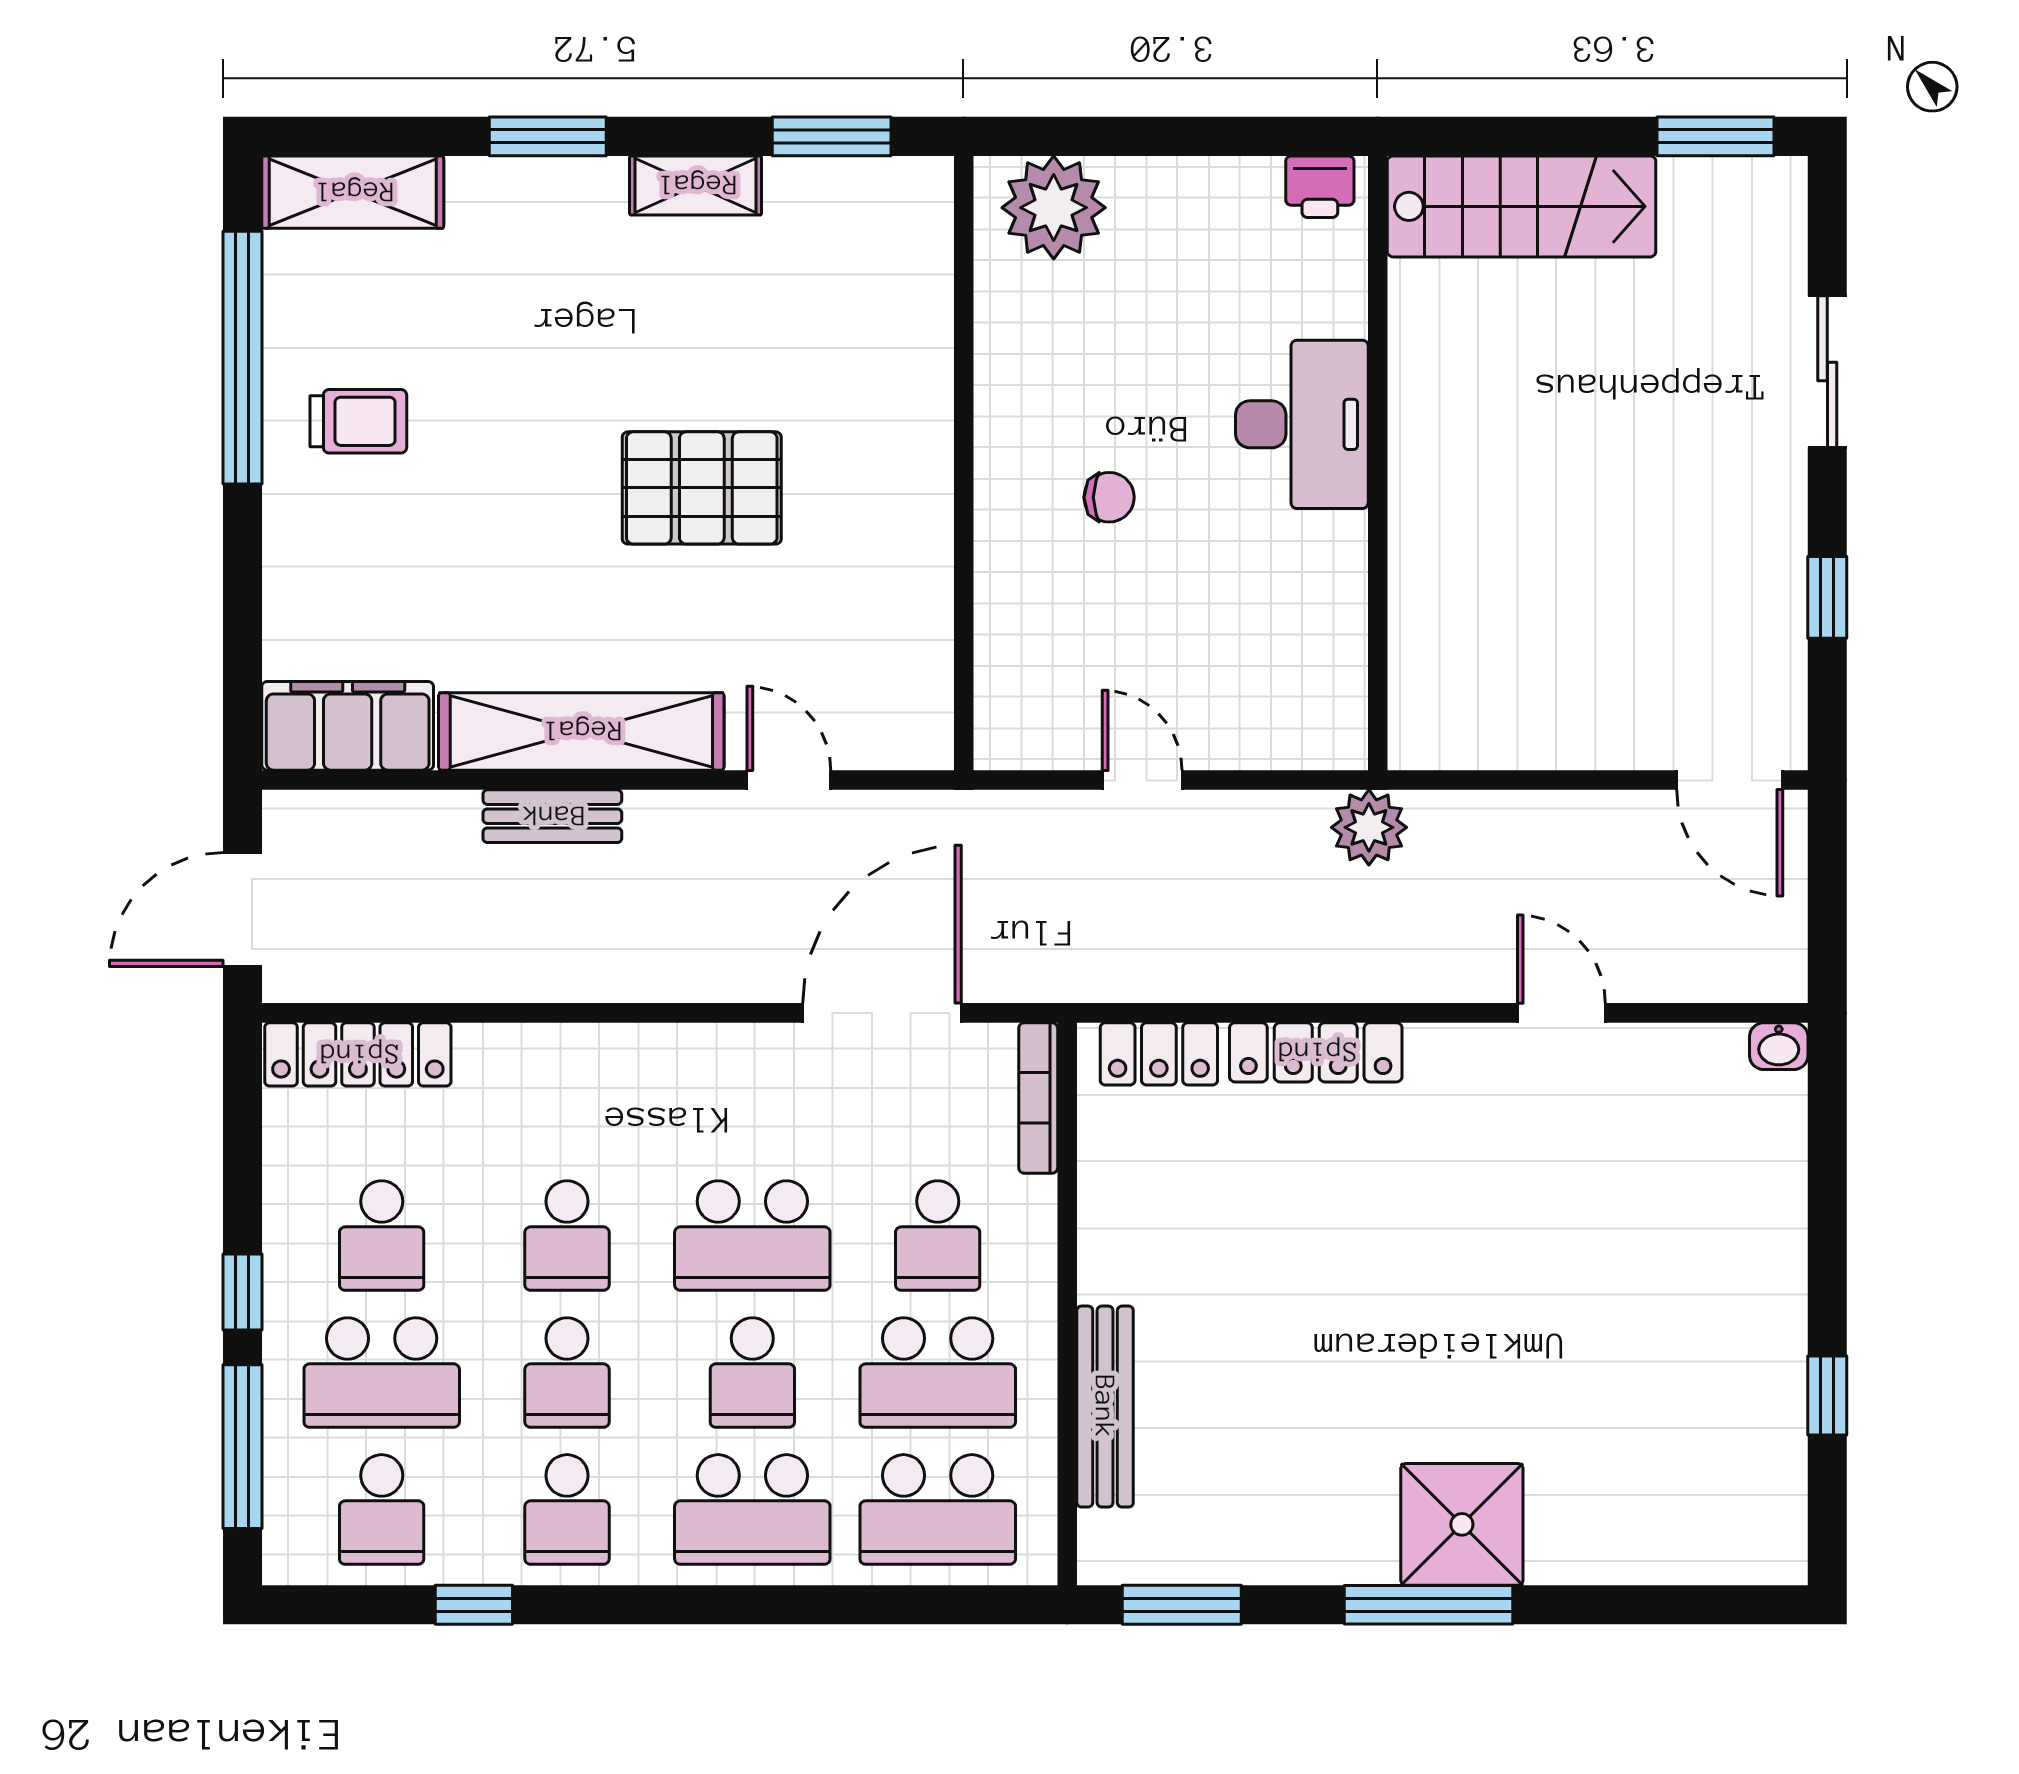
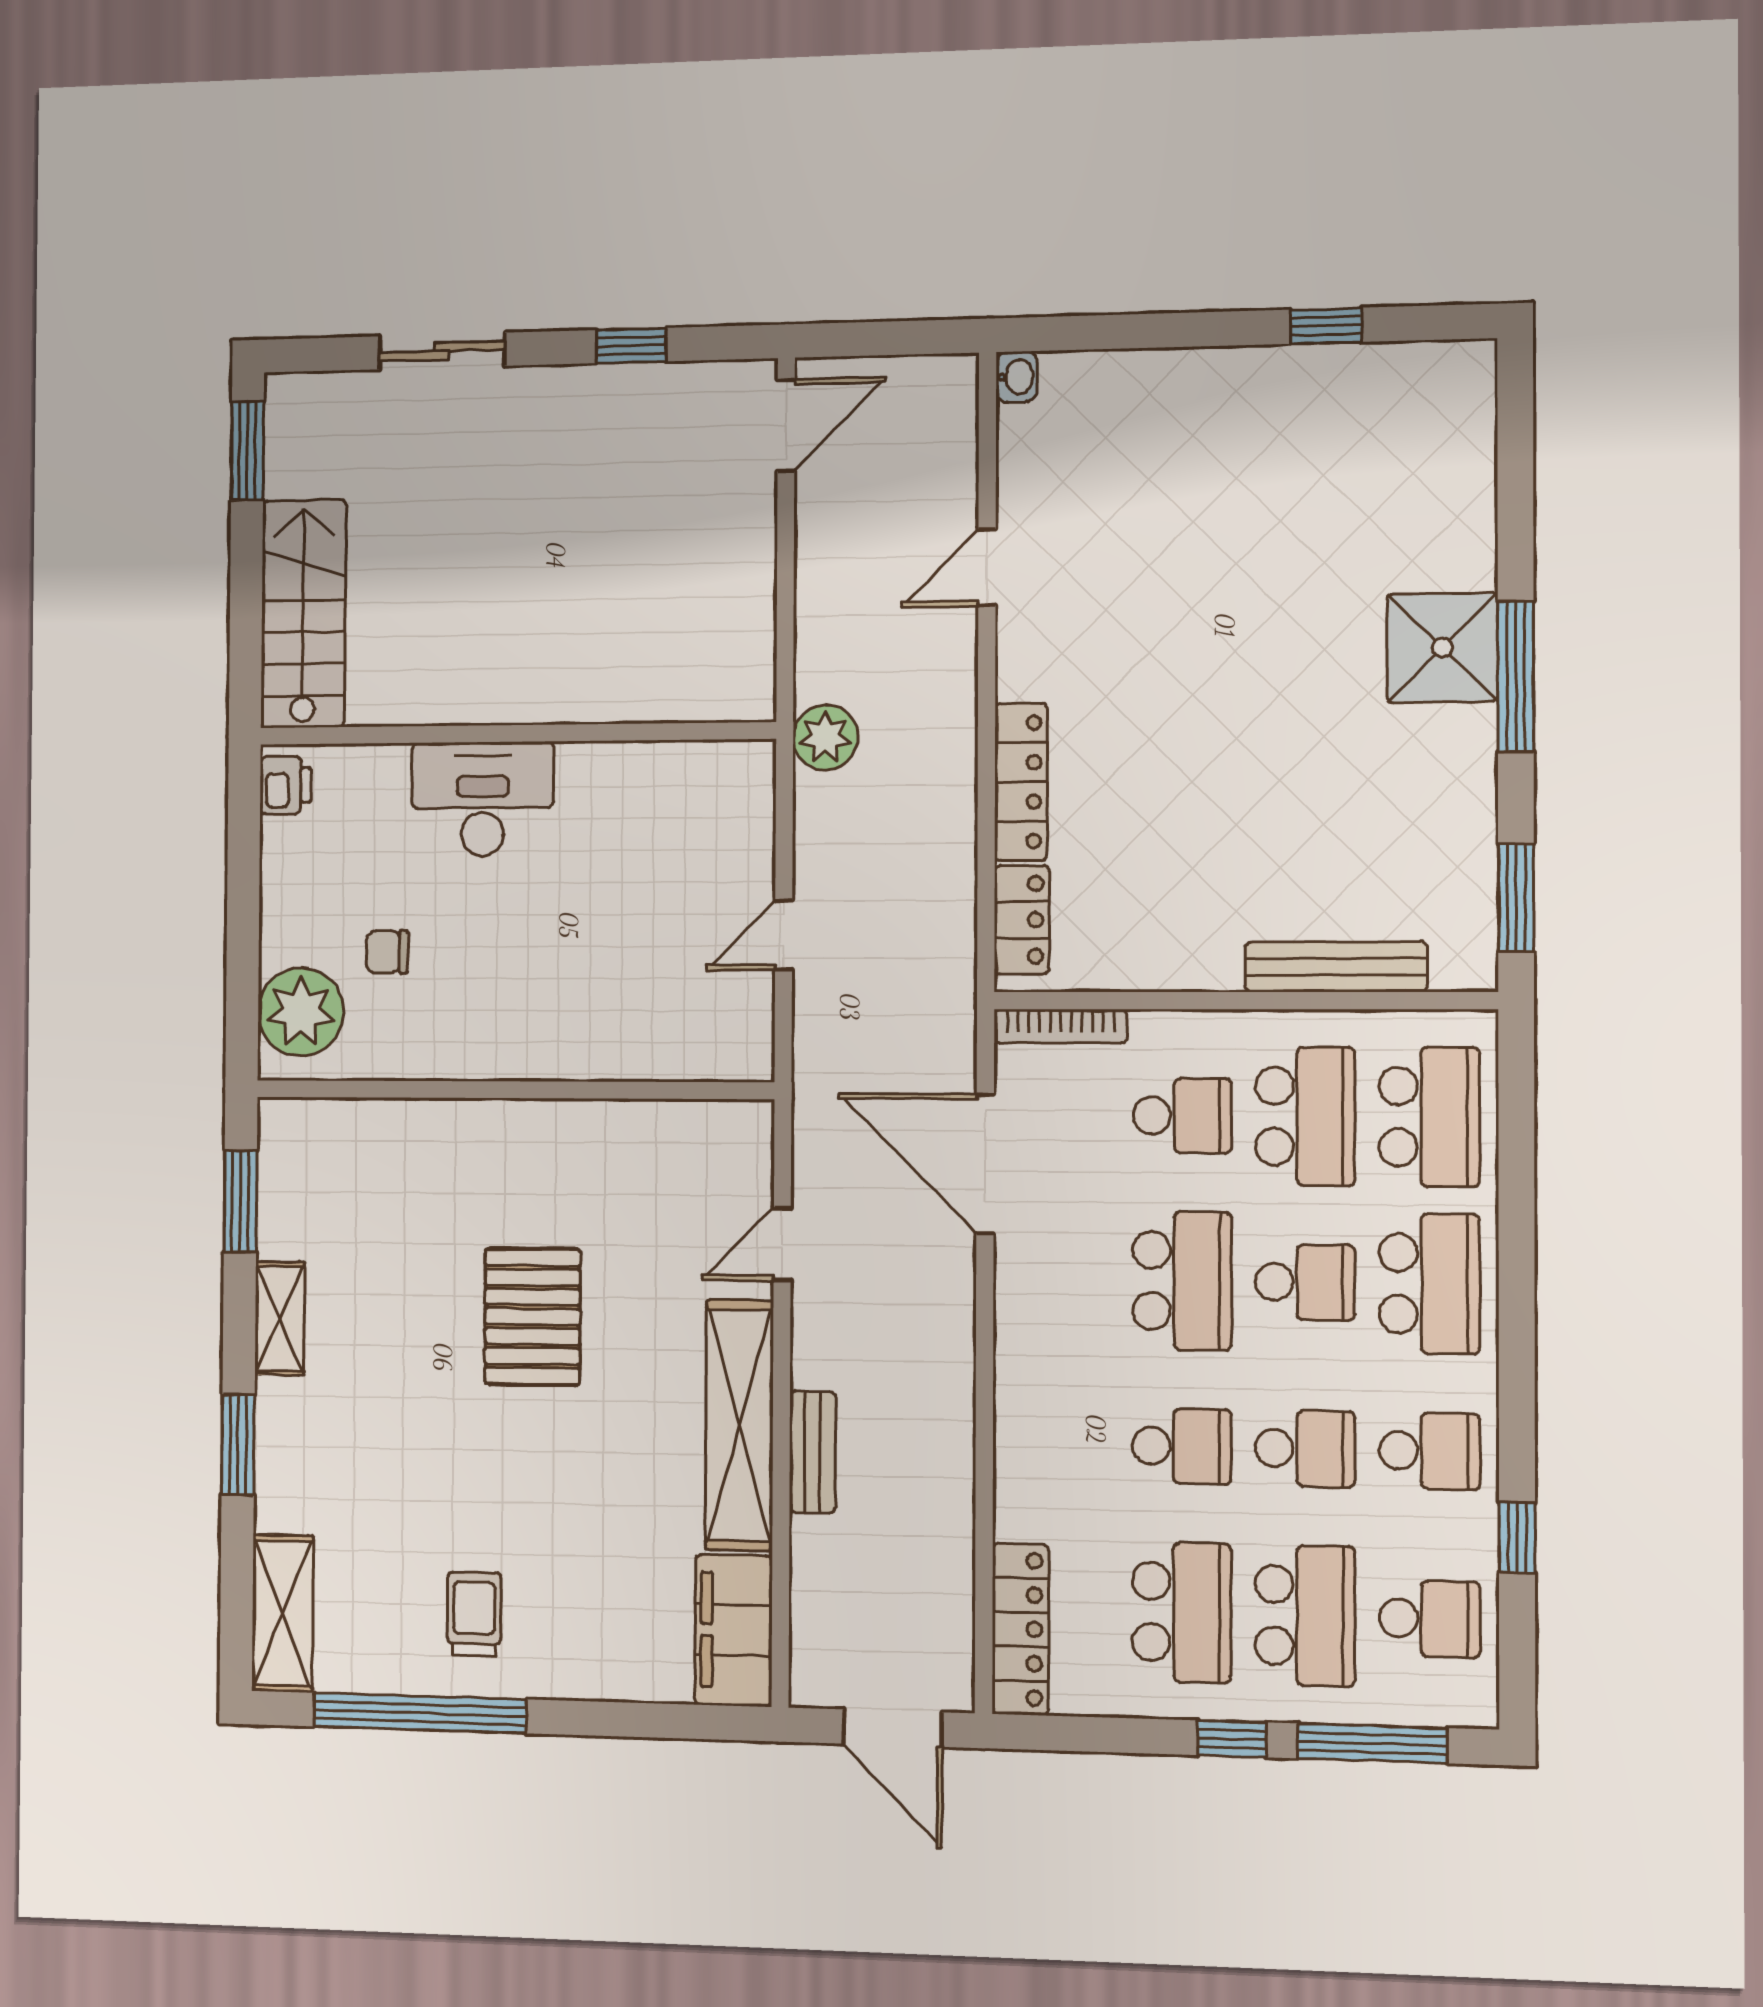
chair: (1109, 497) -> (387, 952), moved, turned -90
school desk: (382, 1236) -> (1182, 1612), width x1.85

